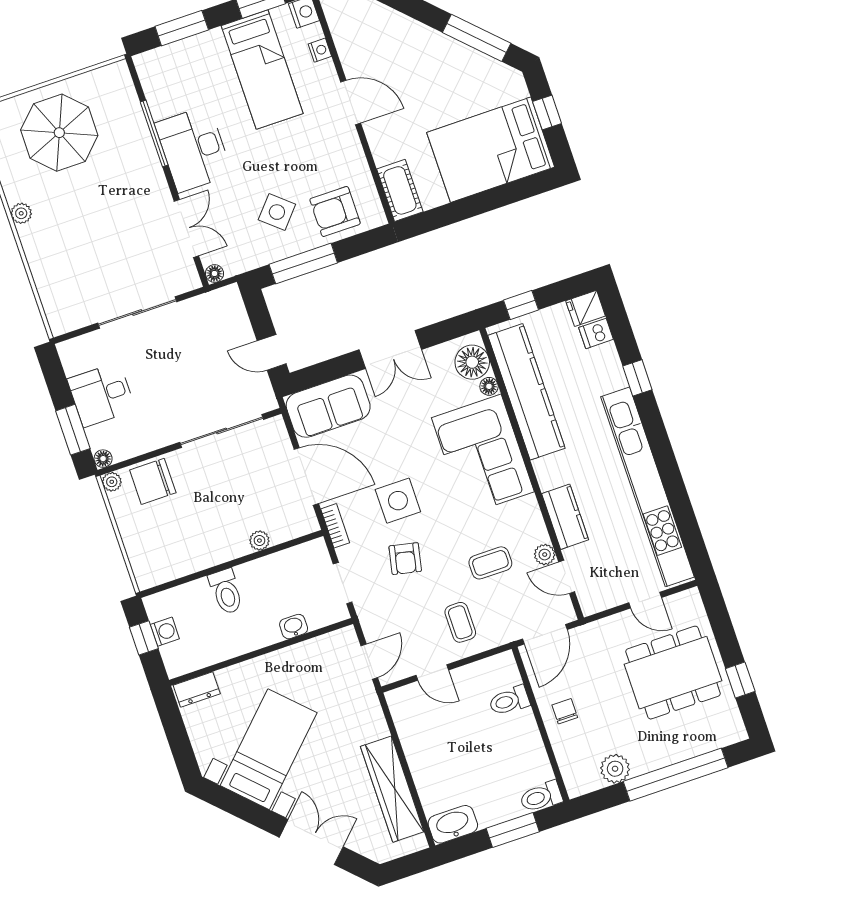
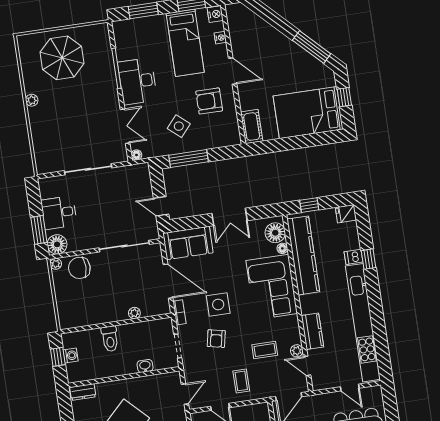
armchair: (335, 211) -> (209, 101), moved
dishwasher: (596, 333) -> (353, 257), moved
floor lamp: (103, 459) -> (57, 244), width x1.89, depth x1.89

